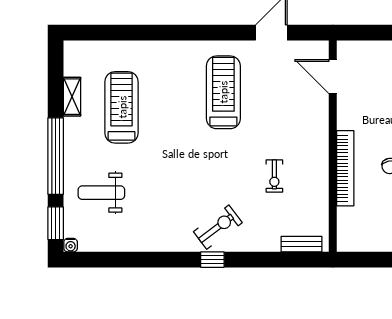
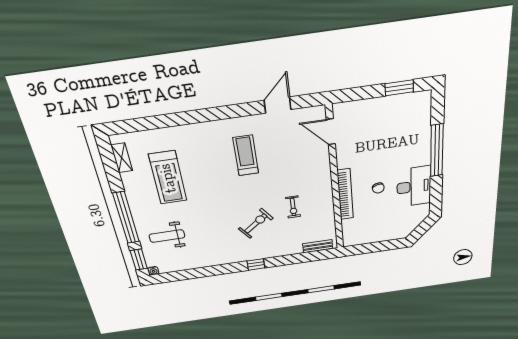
treadmill: (223, 92) -> (246, 155), width x0.73, depth x0.73
shelving: (72, 97) -> (122, 158), moved
treadmill: (122, 107) -> (168, 178), turned 180
exercise bike: (218, 227) -> (256, 223), moved

